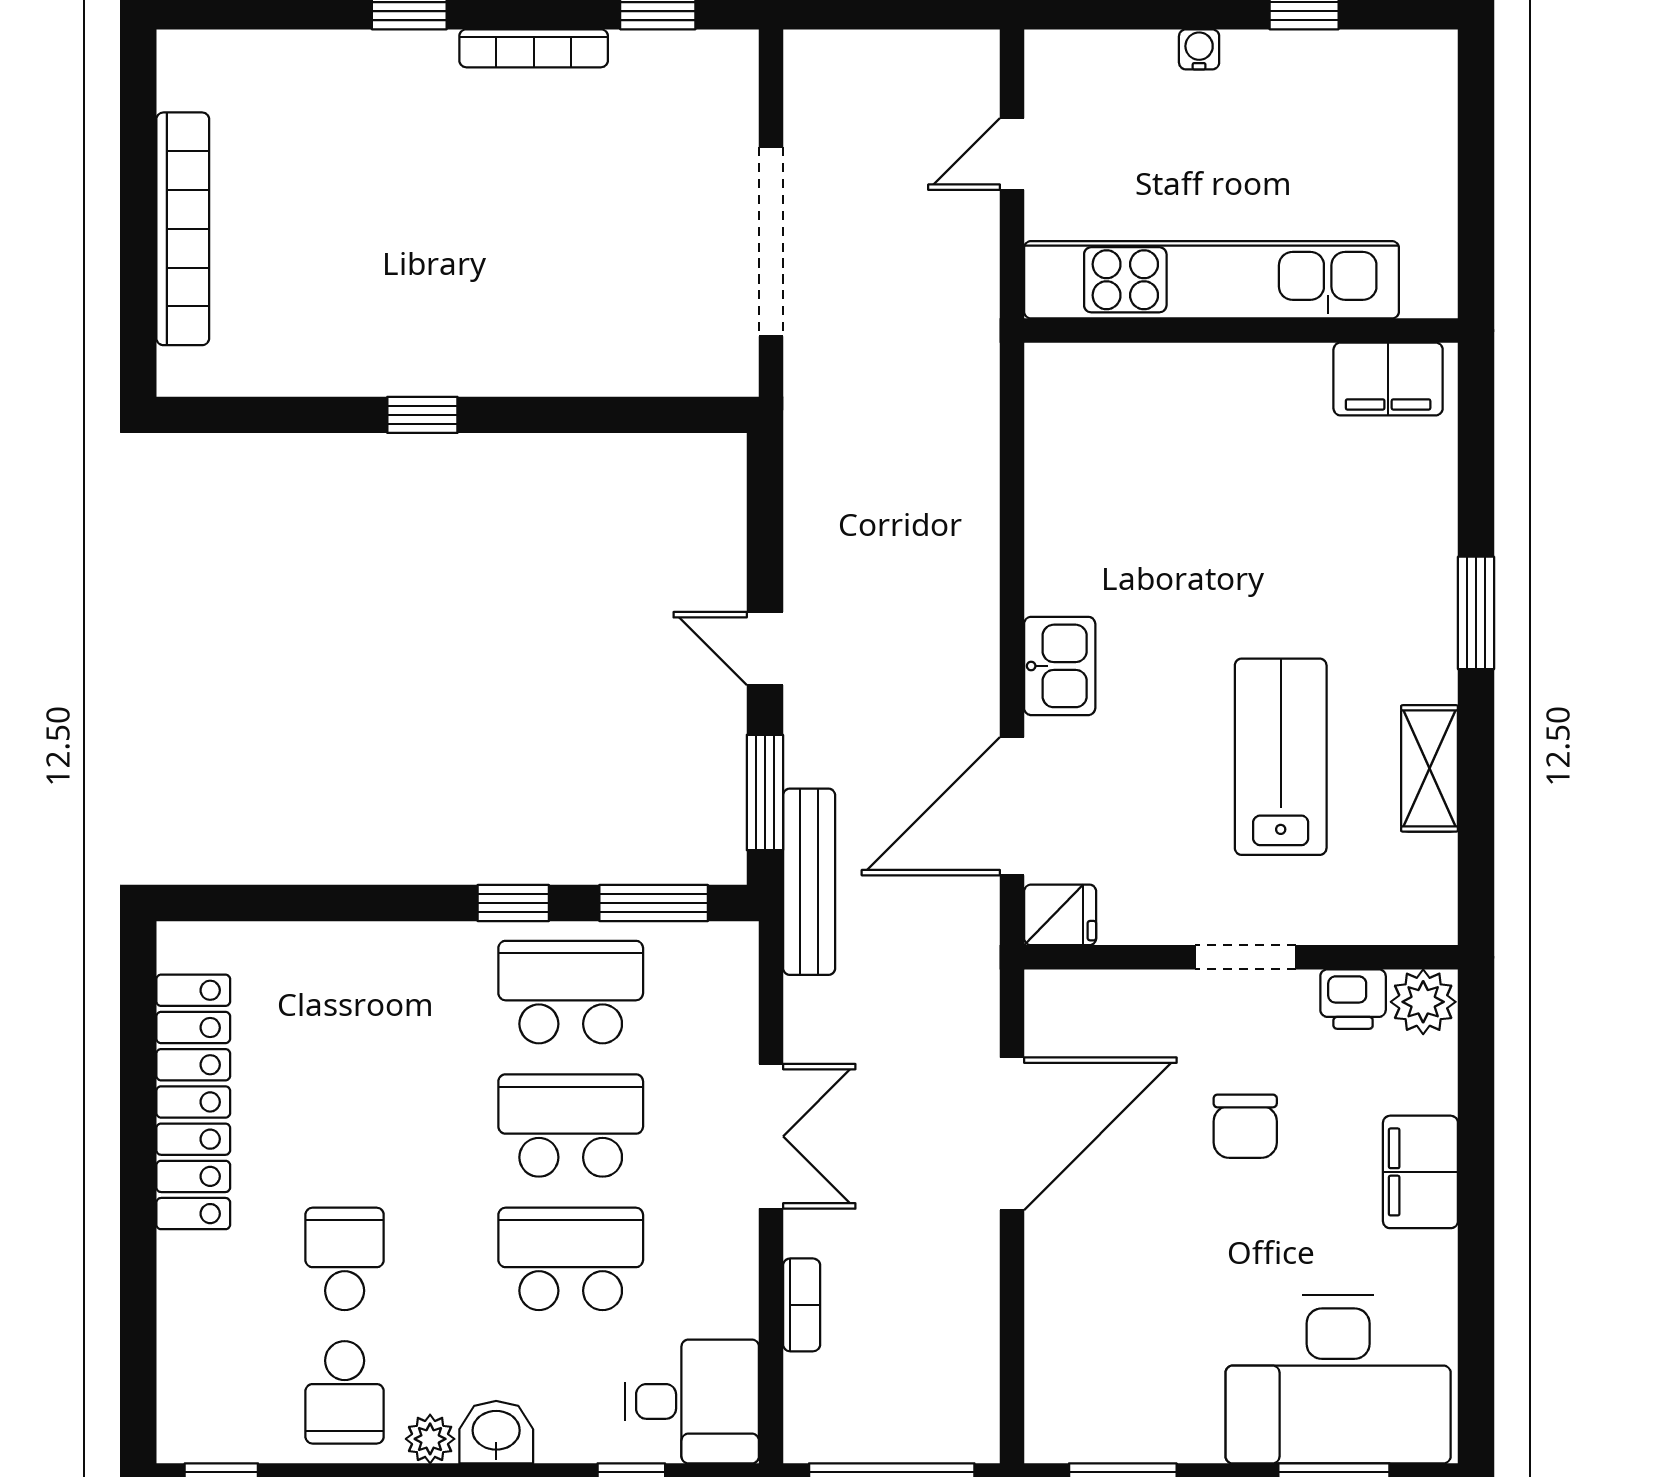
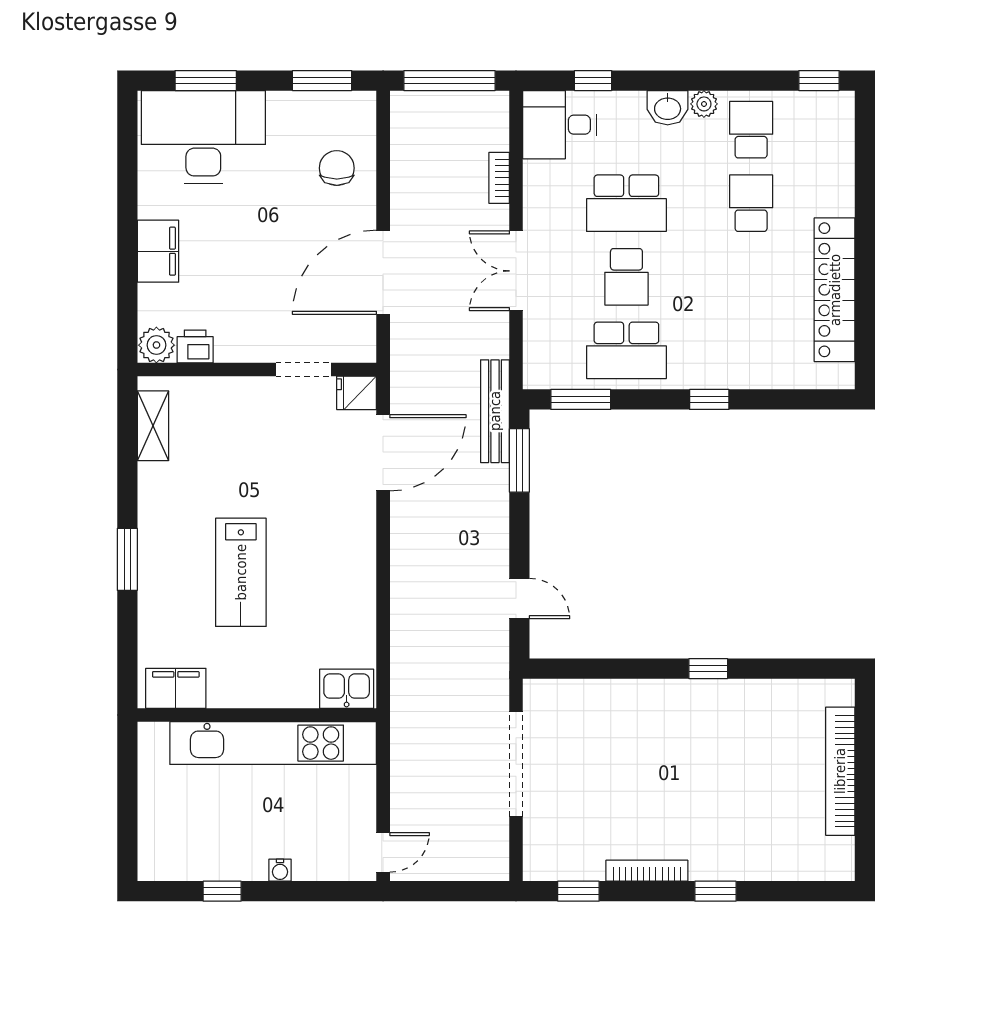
door: (1012, 154) -> (383, 852), moved
door: (765, 649) -> (519, 598), moved
kitchen sink: (1060, 666) -> (347, 689), moved, turned 90
lab bench: (1281, 757) -> (241, 572), moved
shelving: (1429, 768) -> (153, 426), moved
window: (513, 903) -> (709, 399), moved
doorway: (1246, 957) -> (303, 370), moved
school desk: (571, 1126) -> (626, 277), width x0.54
chair: (1245, 1126) -> (337, 168), moved
school desk: (345, 1259) -> (751, 203), turned 180

